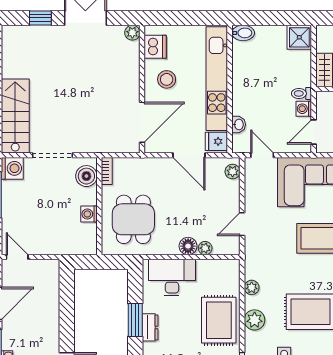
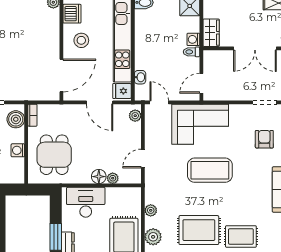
washing machine: (304, 109) -> (193, 39), moved

